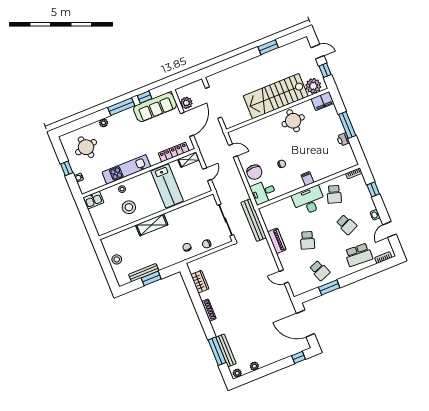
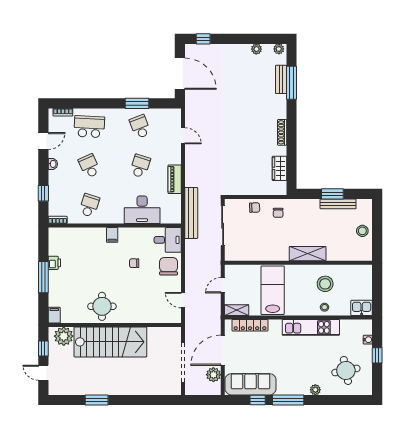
filing cabinet: (323, 101) -> (54, 315), width x0.50
desk: (309, 201) -> (142, 210), moved
bench: (226, 350) -> (281, 79), width x0.73

